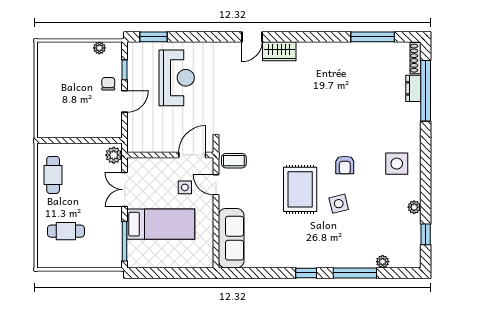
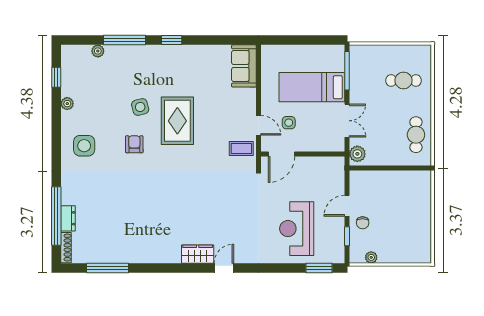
sofa: (231, 238) -> (244, 66), width x0.73

